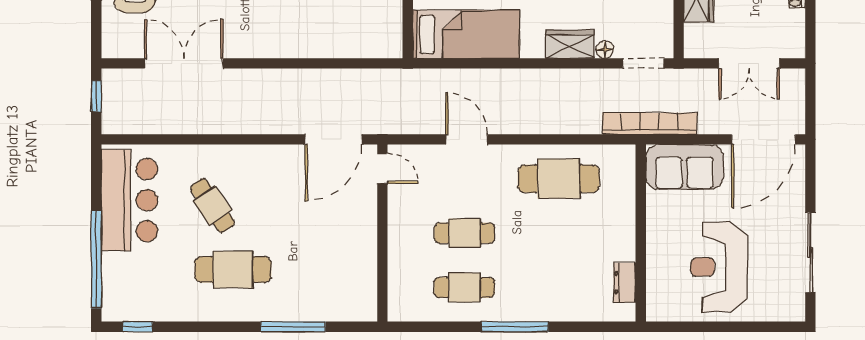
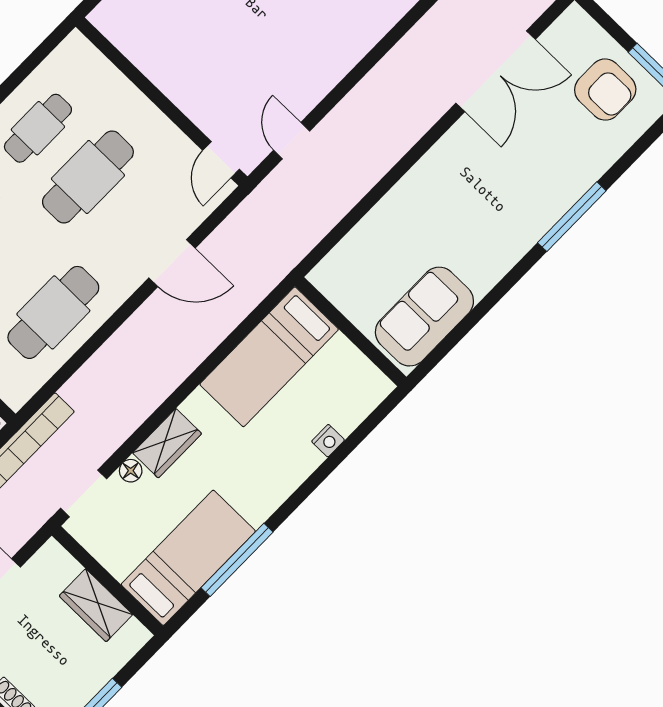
door: (333, 139) -> (292, 141), width x0.53
door: (382, 168) -> (221, 160), hinge flipped
cafe table: (464, 233) -> (88, 177), width x1.37, depth x1.35

